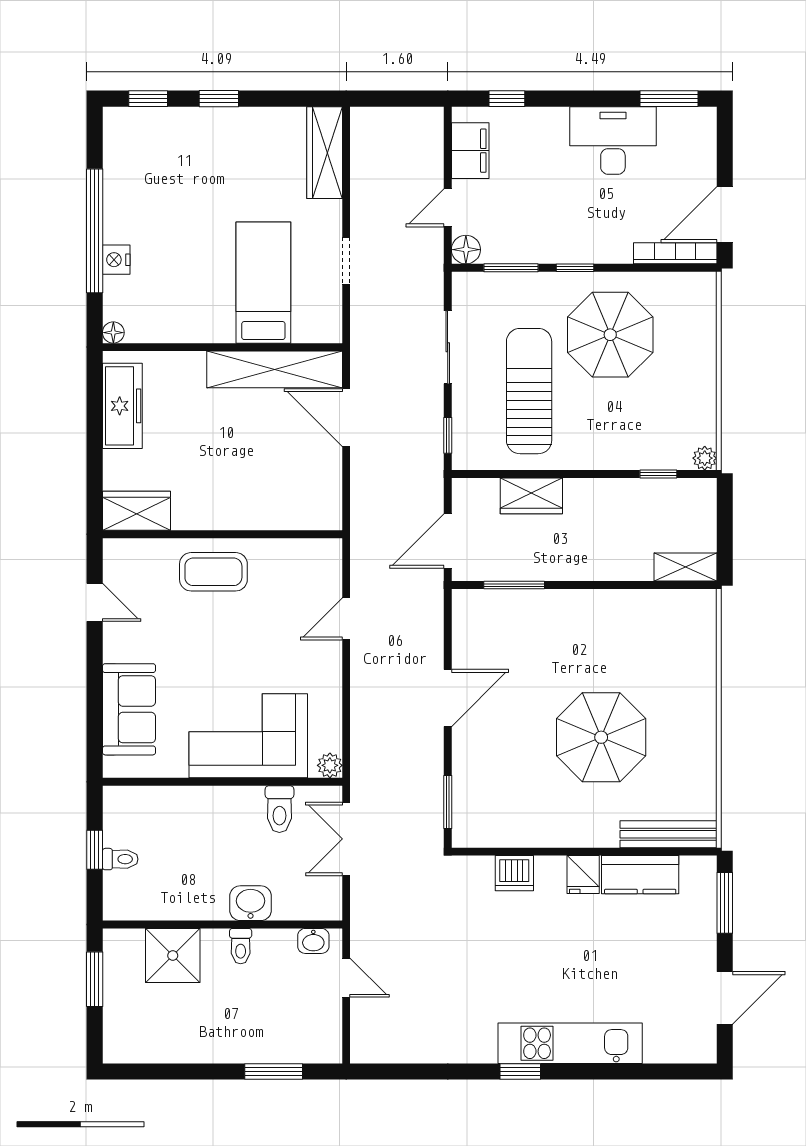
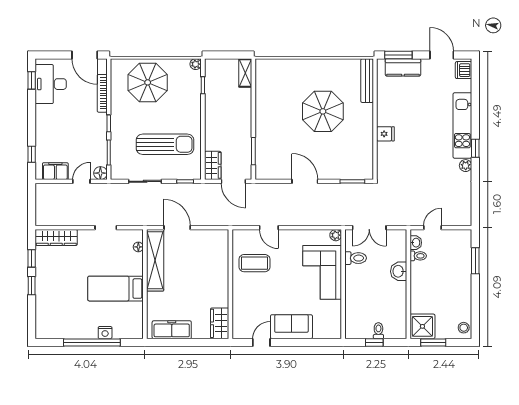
window: (148, 99) -> (32, 258), moved
window: (669, 99) -> (32, 80), width x0.67
desk: (613, 140) -> (51, 84), moved
door: (448, 208) -> (81, 181), swing flipped
bookcase: (675, 253) -> (102, 93), moved
bed: (263, 283) -> (116, 289), moved
floor lamp: (113, 333) -> (138, 247), moved
parasol: (610, 335) -> (148, 82), moved
sun lounger: (529, 391) -> (165, 144), turned 180
door: (346, 418) -> (177, 228), swing flipped
wardrobe: (531, 496) -> (213, 165), moved
coffee table: (213, 572) -> (254, 263), moved, turned 90
sofa: (129, 709) -> (291, 327), moved
dishwasher: (514, 873) -> (464, 70), moved, turned 180
fridge: (583, 875) -> (385, 134), moved
kitchen counter: (640, 875) -> (403, 67), moved, turned 90
toilet: (241, 946) -> (418, 256), moved
shower: (173, 956) -> (422, 326), moved
stool: (127, 1046) -> (464, 328), added
plant: (482, 1050) -> (466, 166), added

